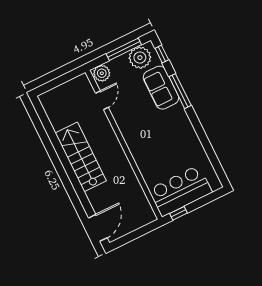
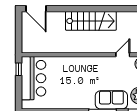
door: (102, 100) -> (123, 55), swing flipped

